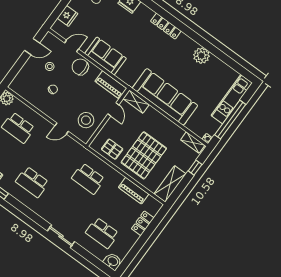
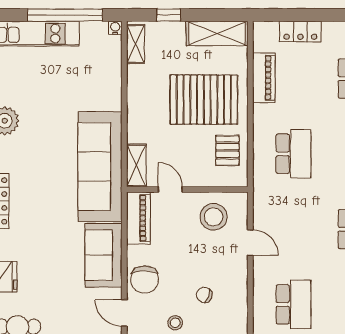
sofa: (165, 97) -> (100, 167), moved
door: (113, 109) -> (170, 189), hinge flipped

